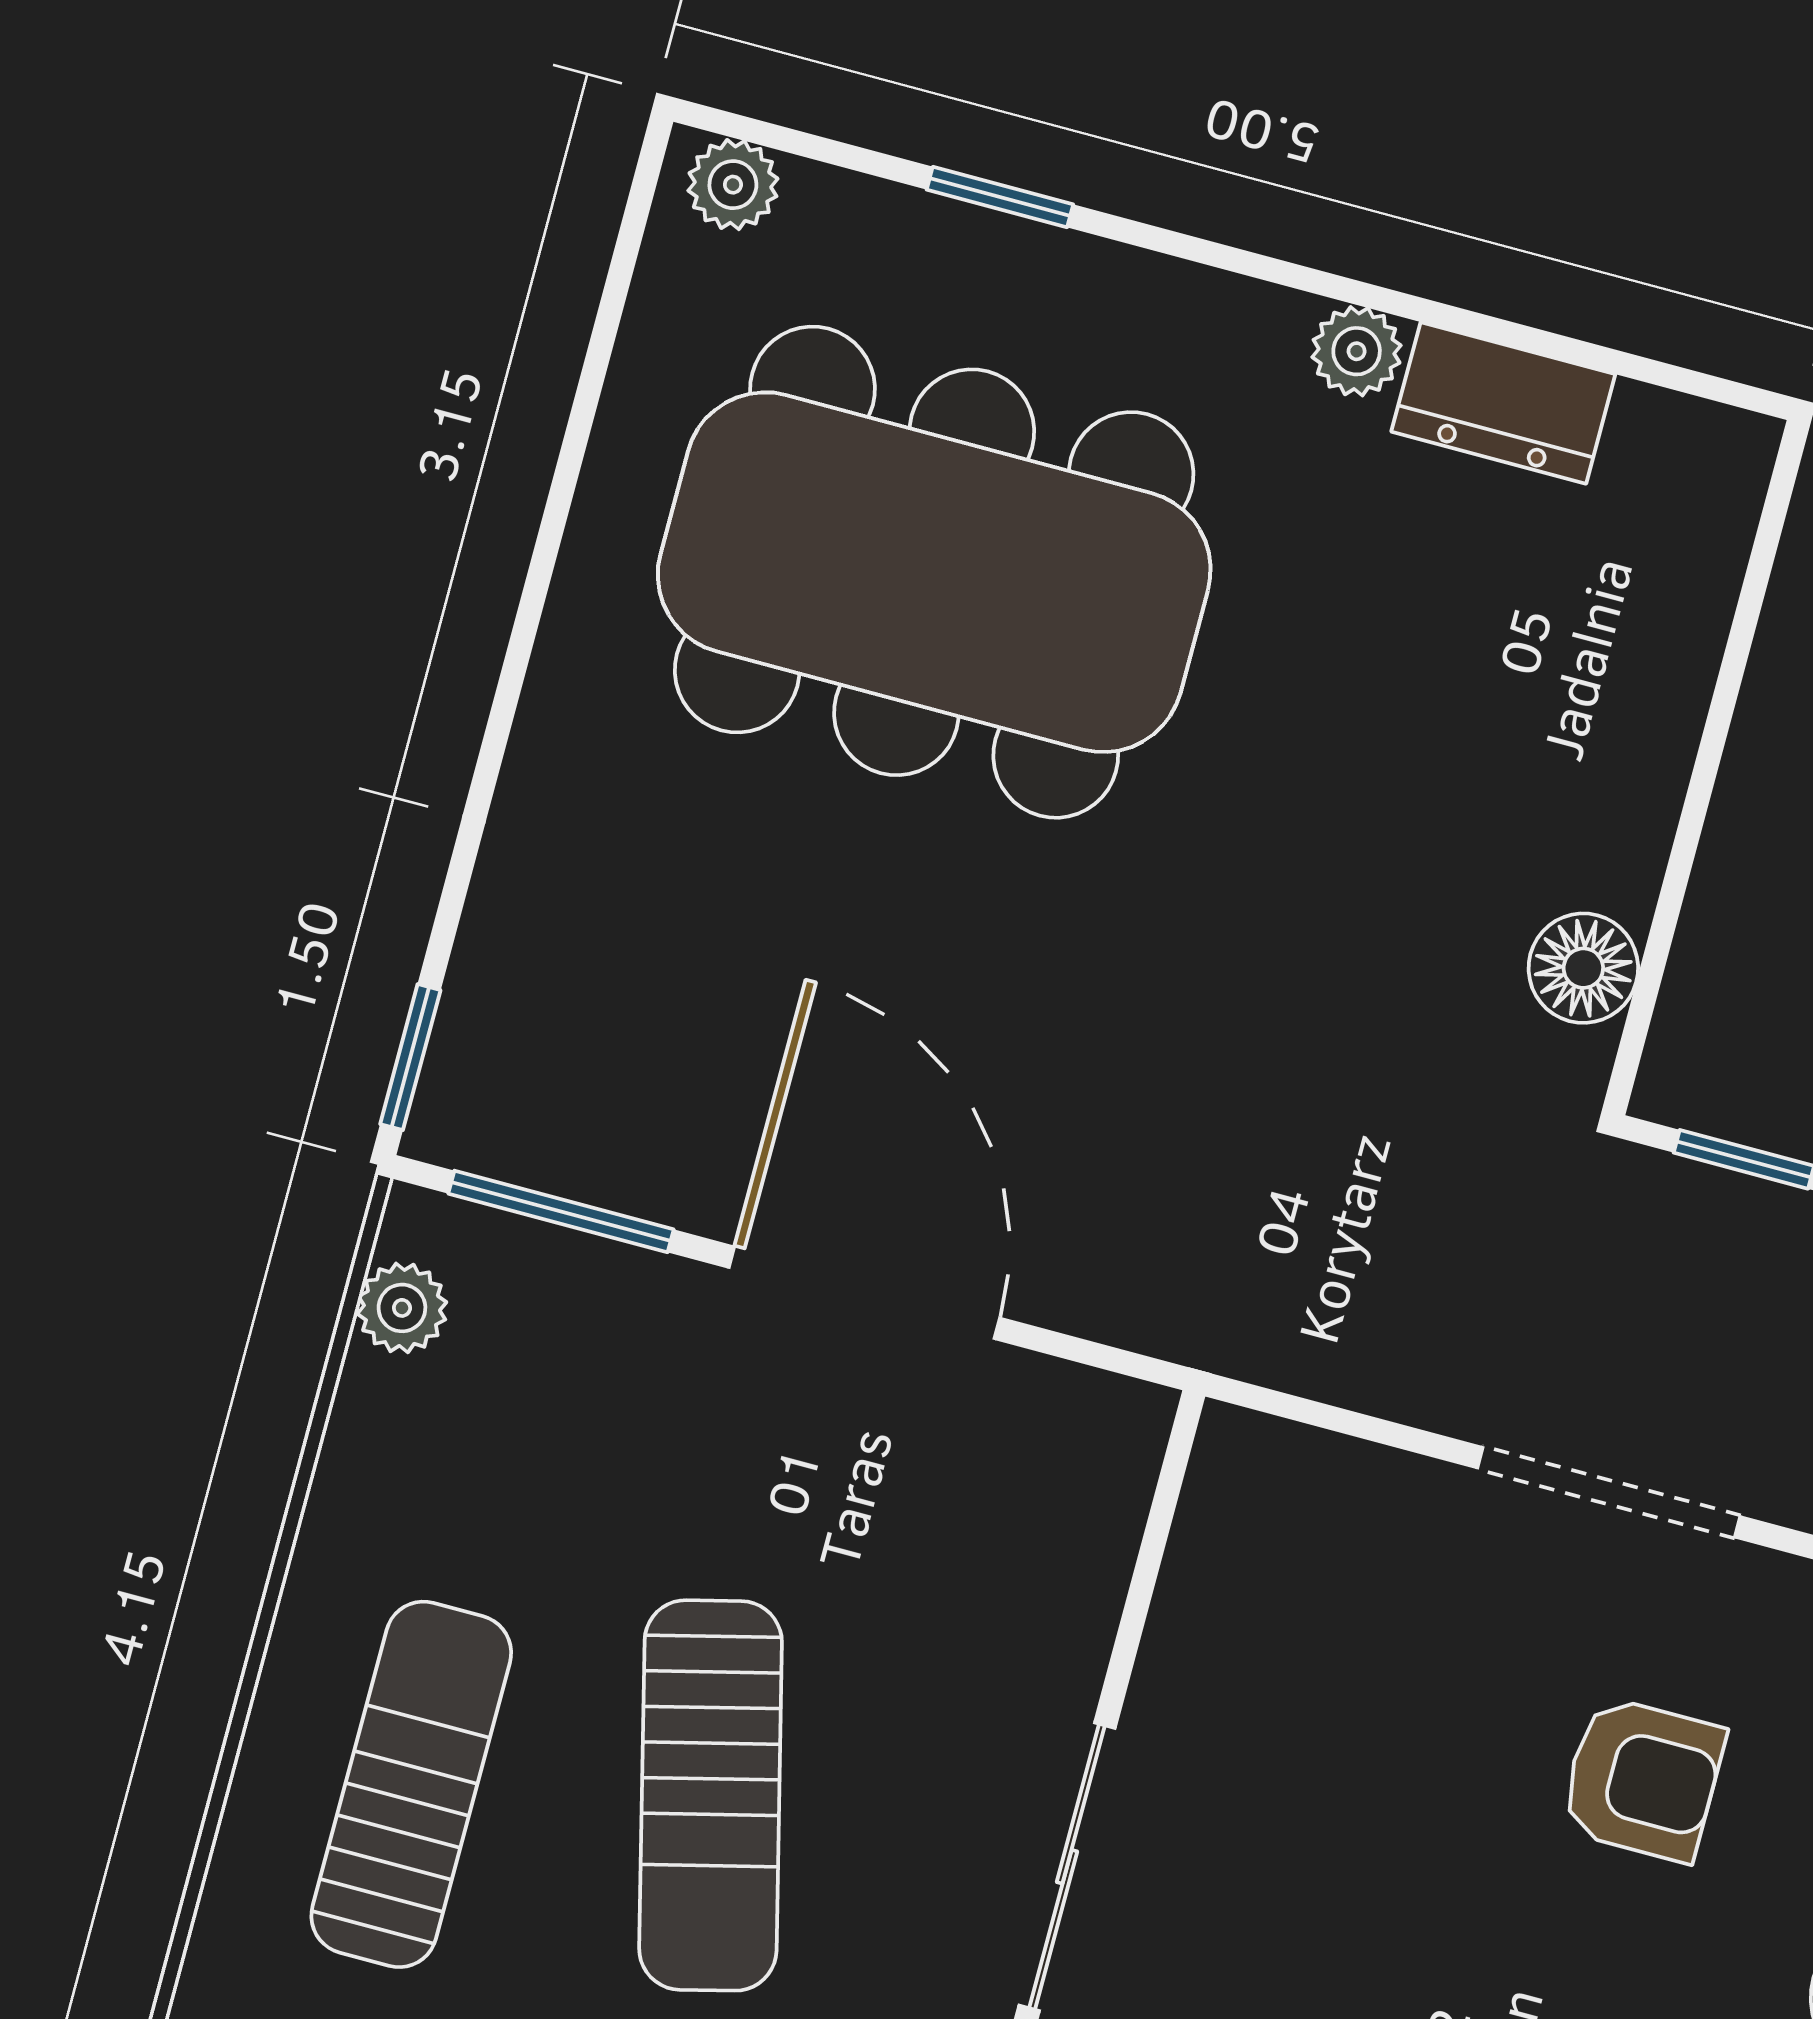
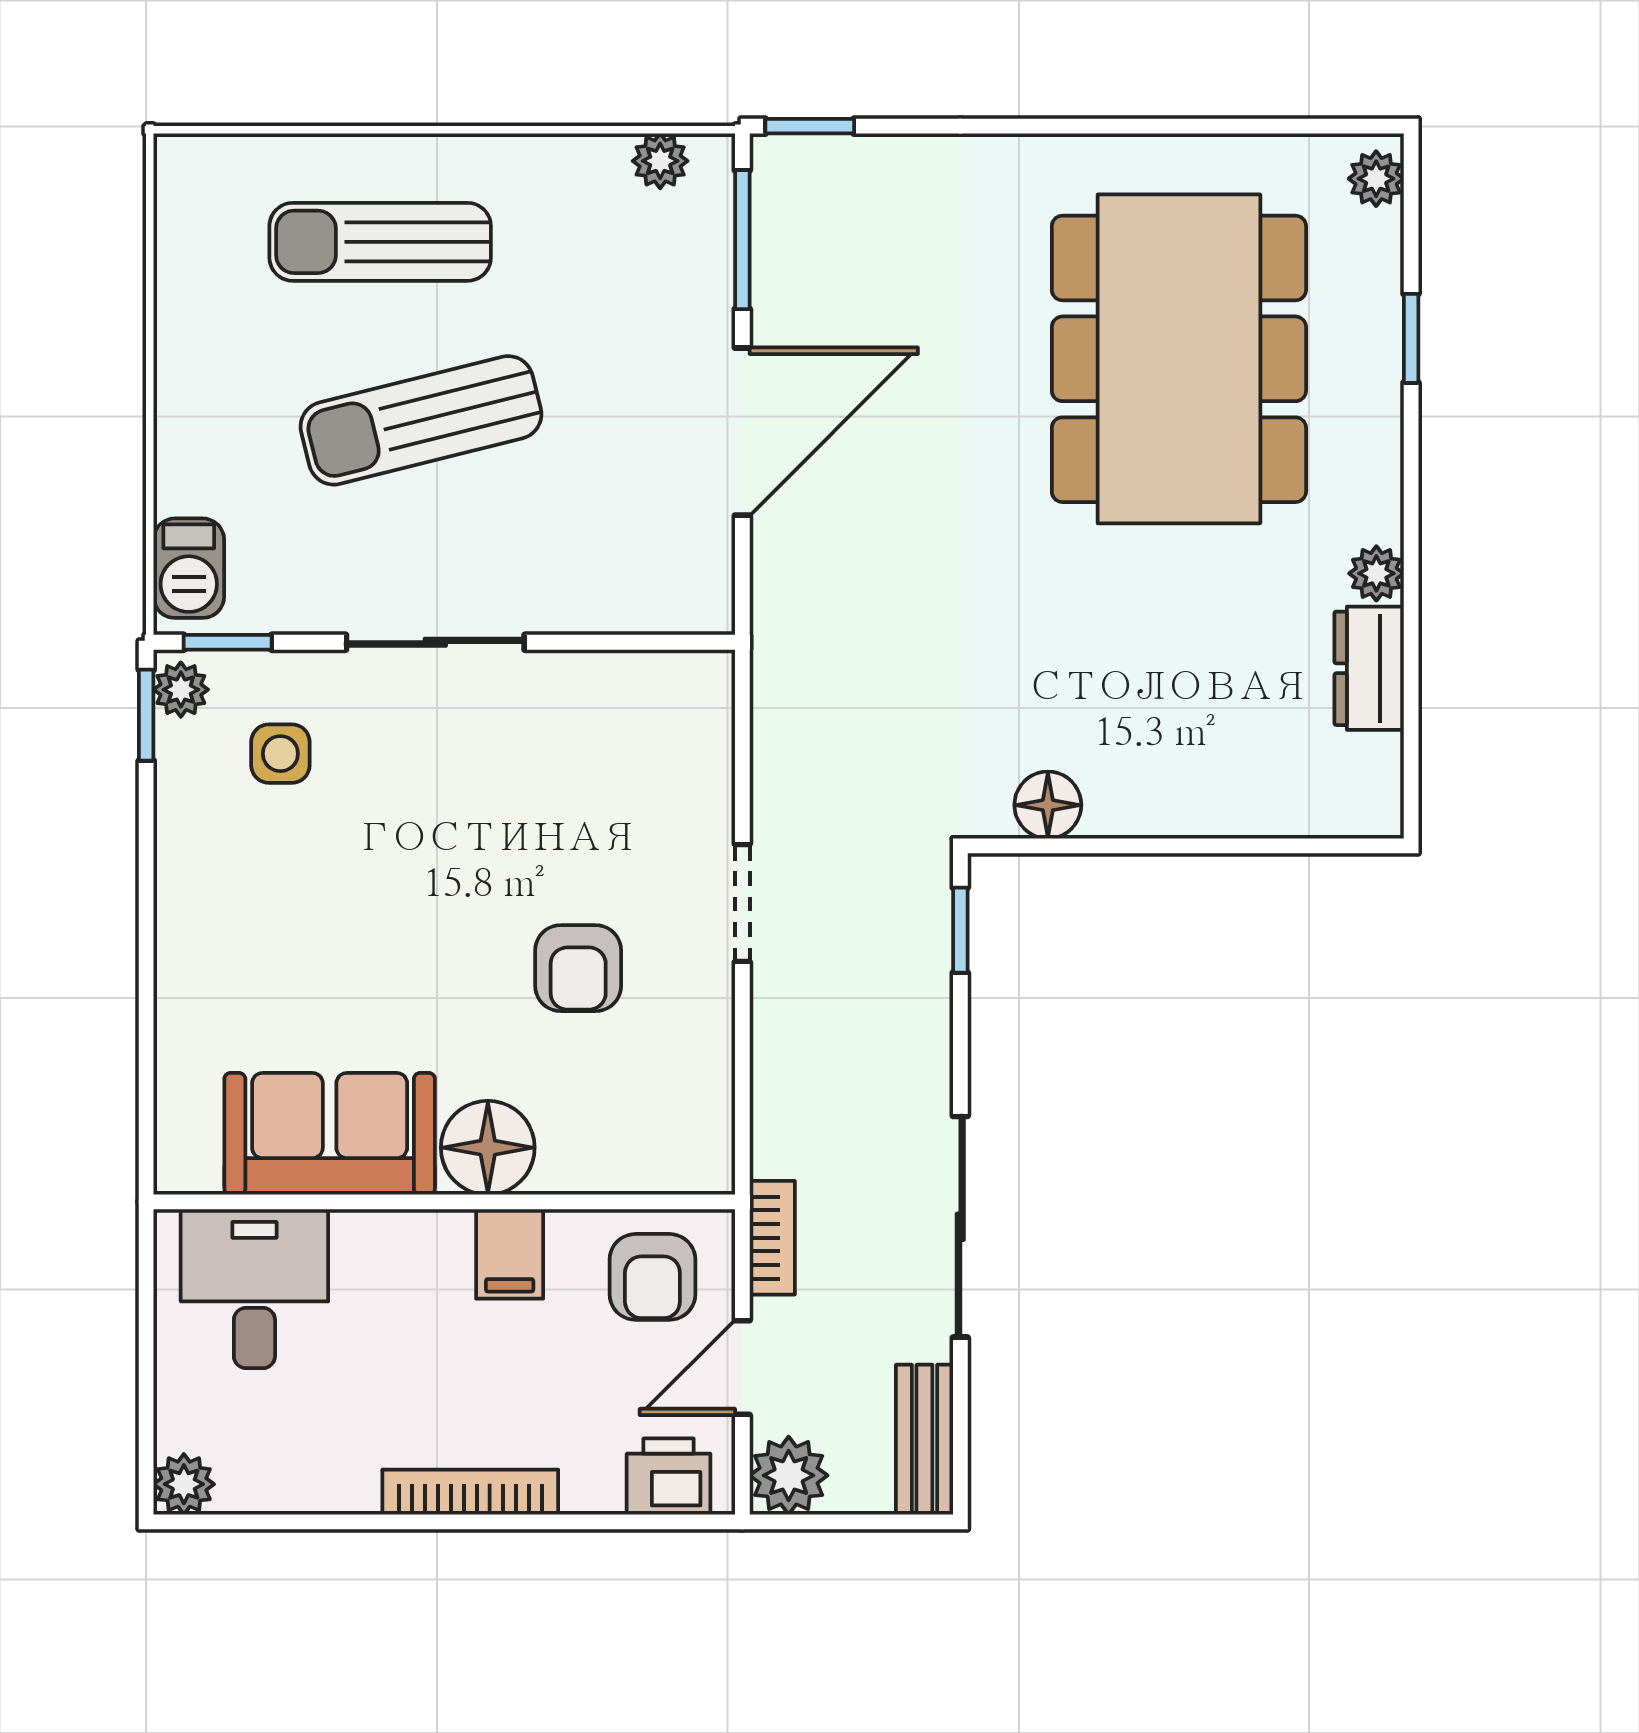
doorway: (1609, 1492) -> (742, 903), width x0.73
sun lounger: (411, 1784) -> (380, 242), turned 180

